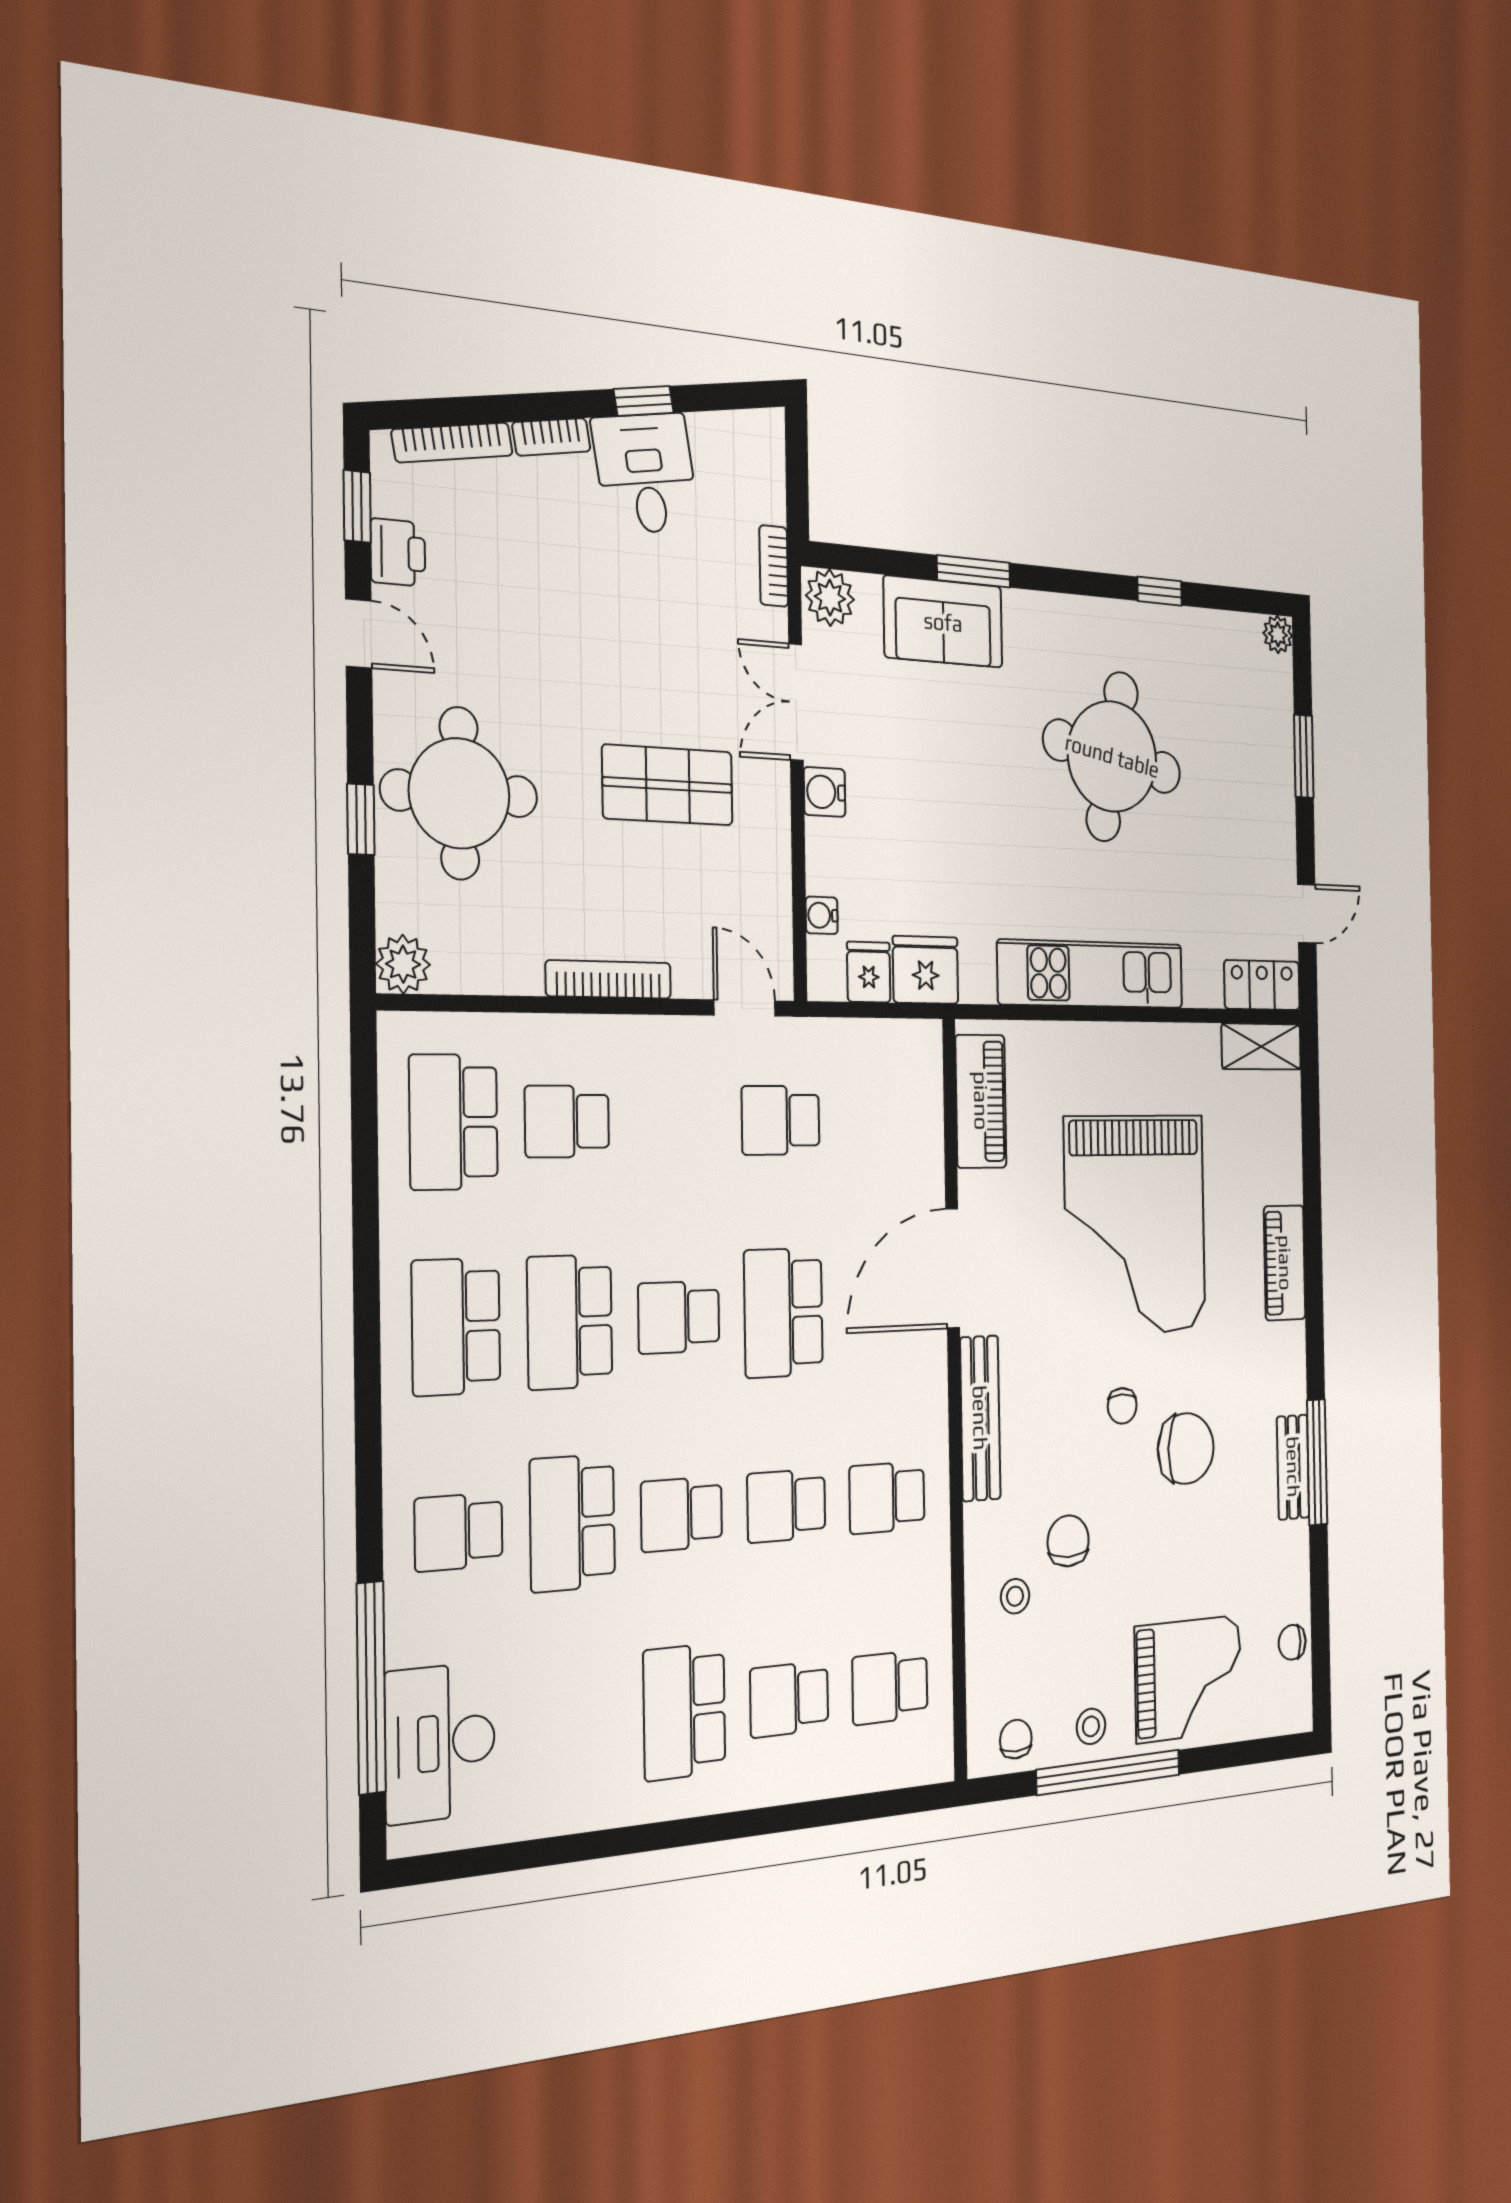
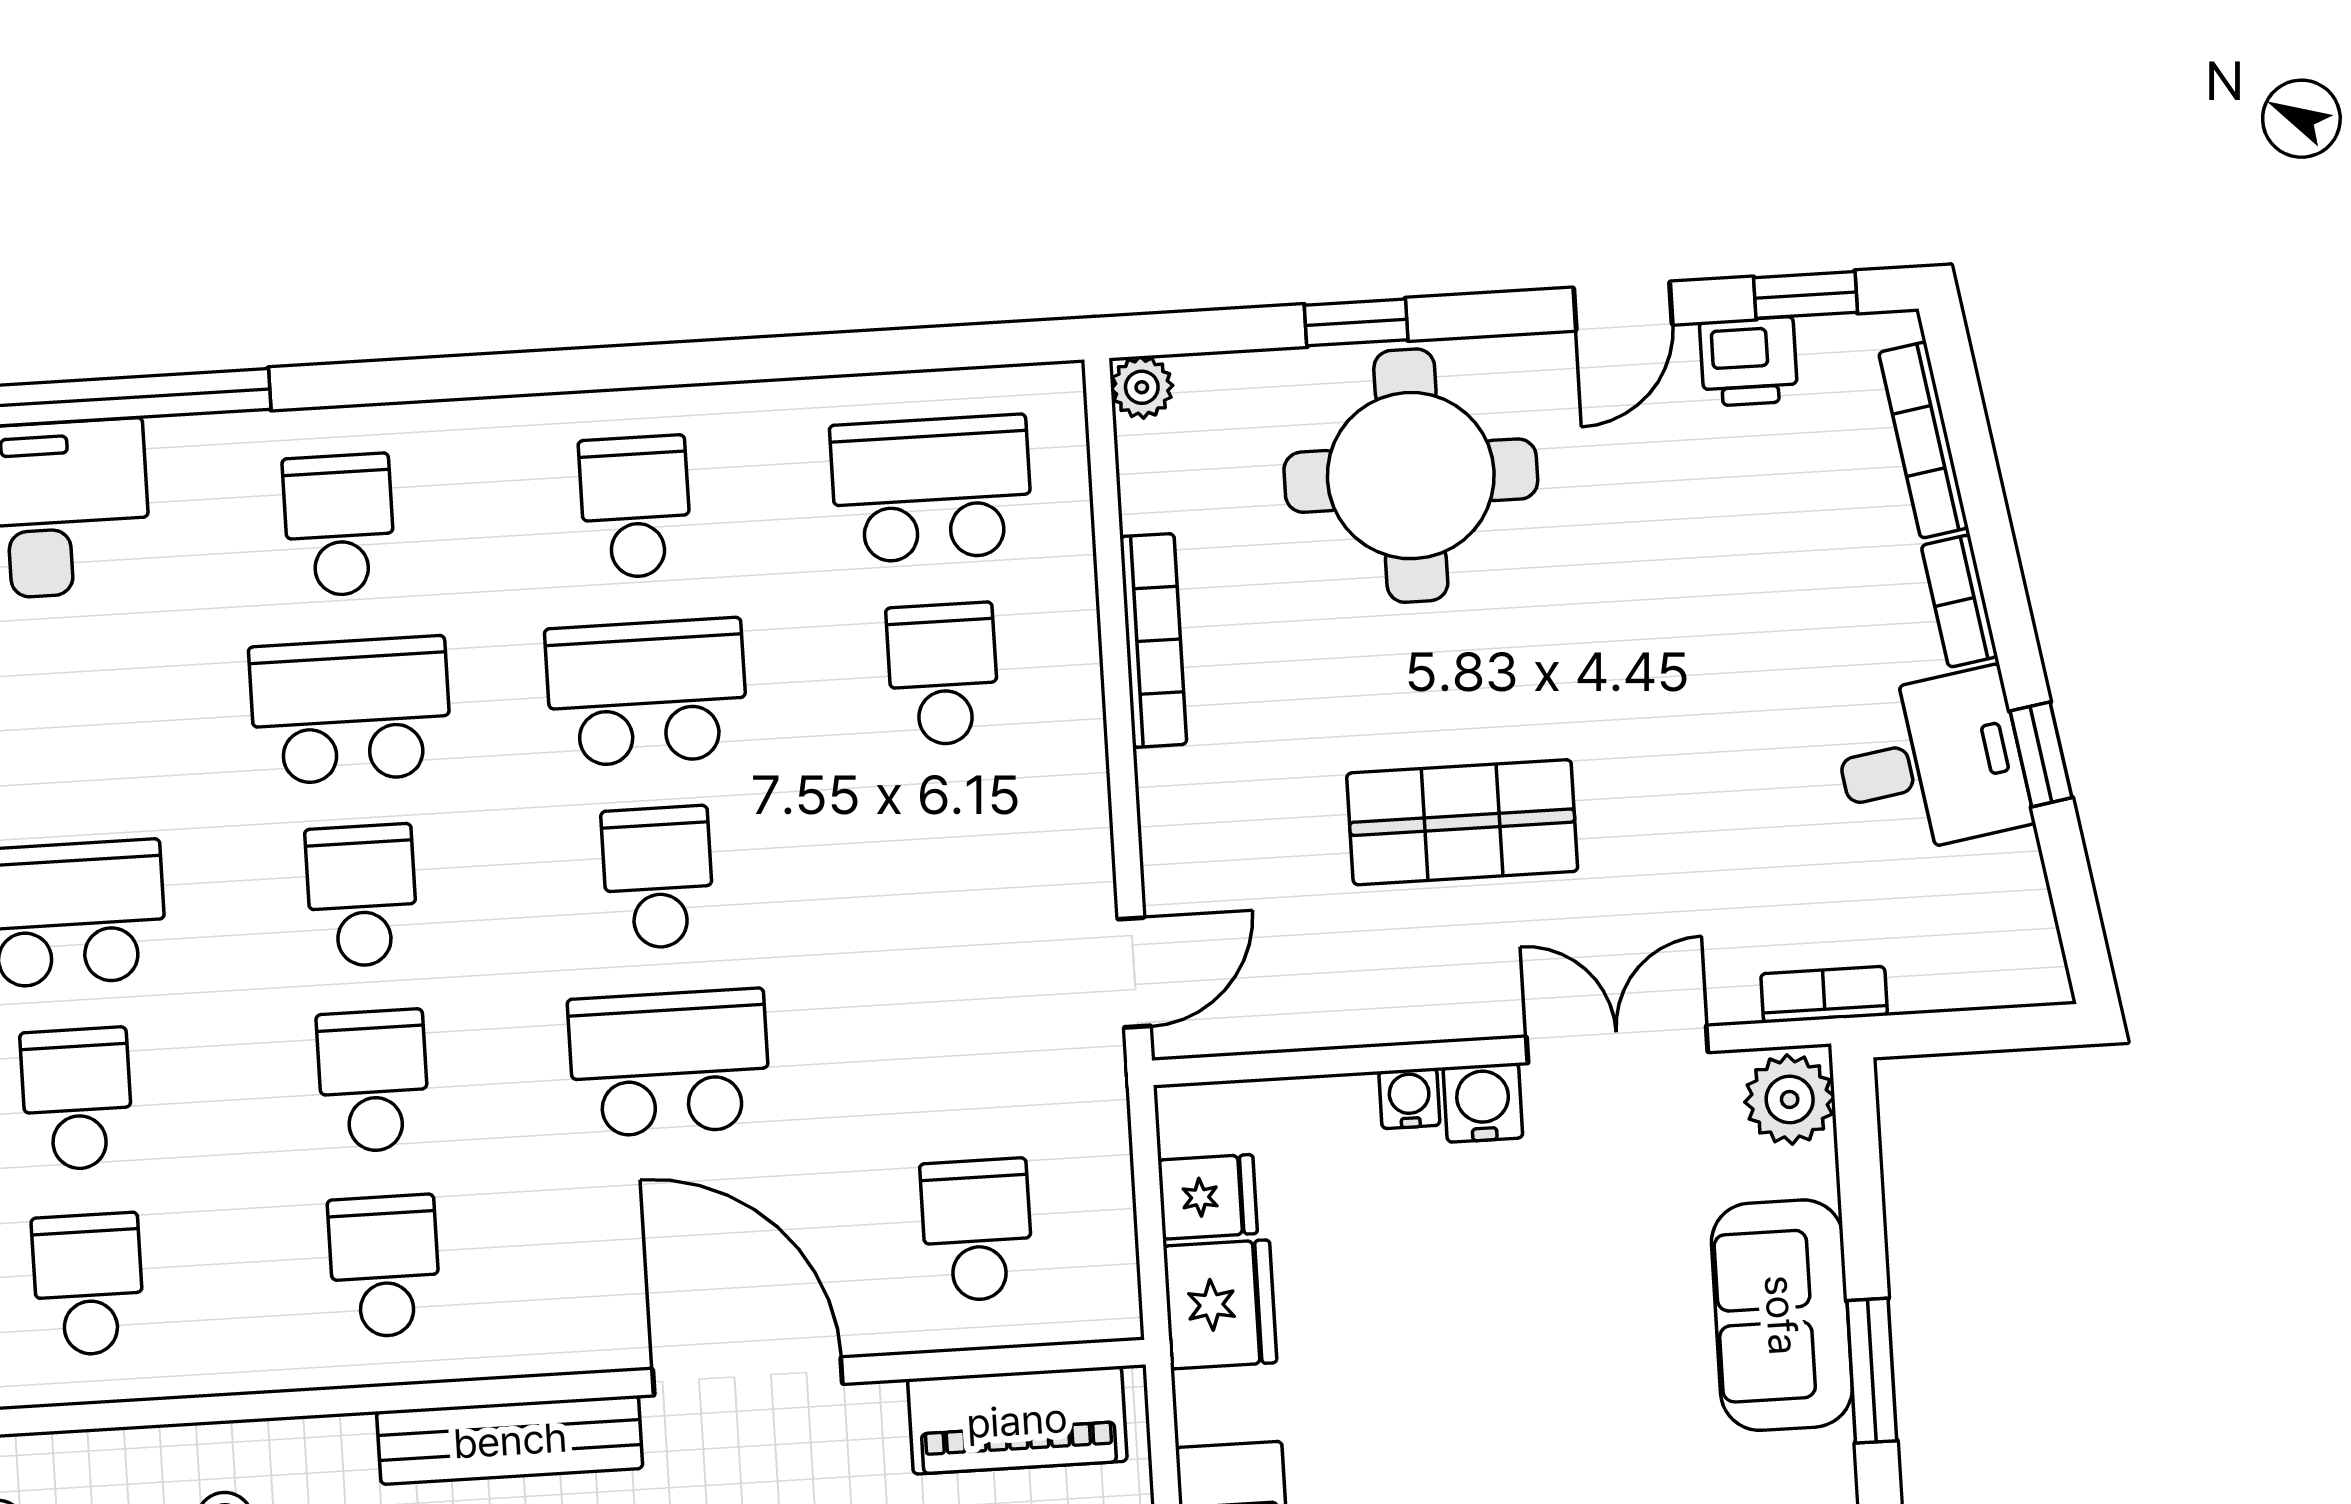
shop shelf: (668, 785) -> (1462, 822), turned 90
water cooler: (822, 915) -> (1409, 1098), moved
plant: (403, 964) -> (1142, 387), width x0.73, depth x0.73
bookcase: (609, 979) -> (1153, 640), moved
school desk: (781, 1120) -> (977, 1230), moved
school desk: (456, 1327) -> (635, 507), width x0.54

